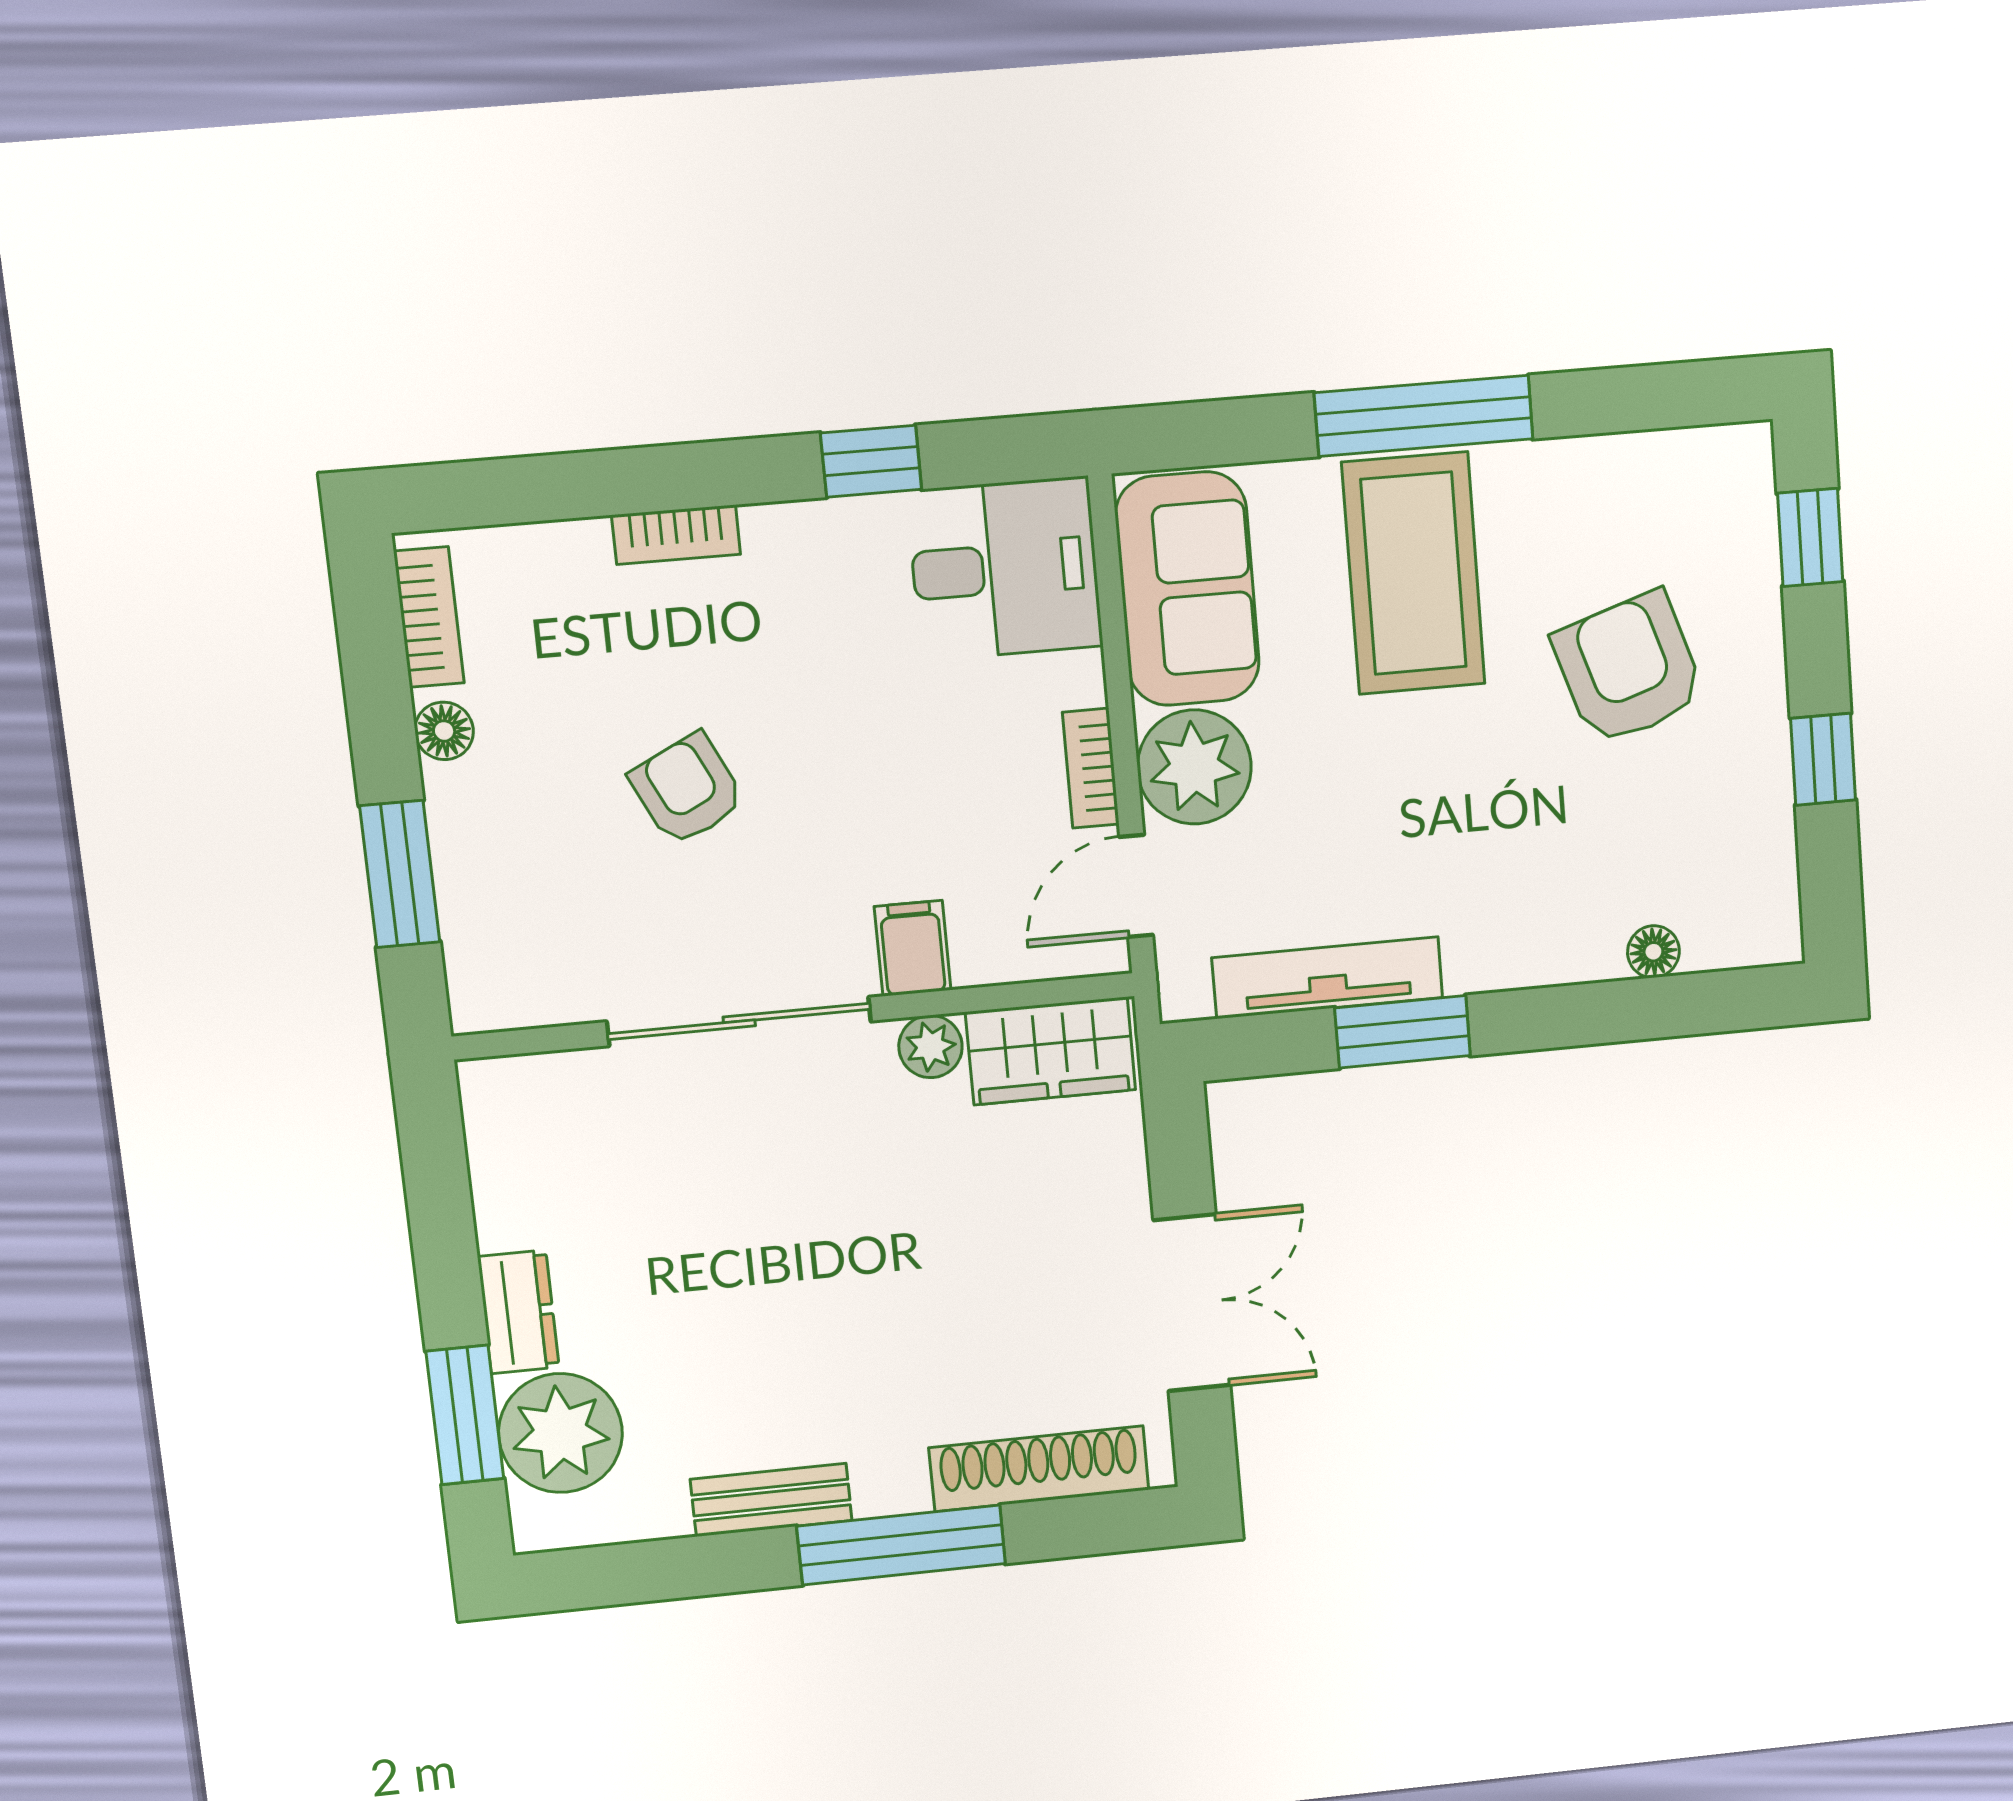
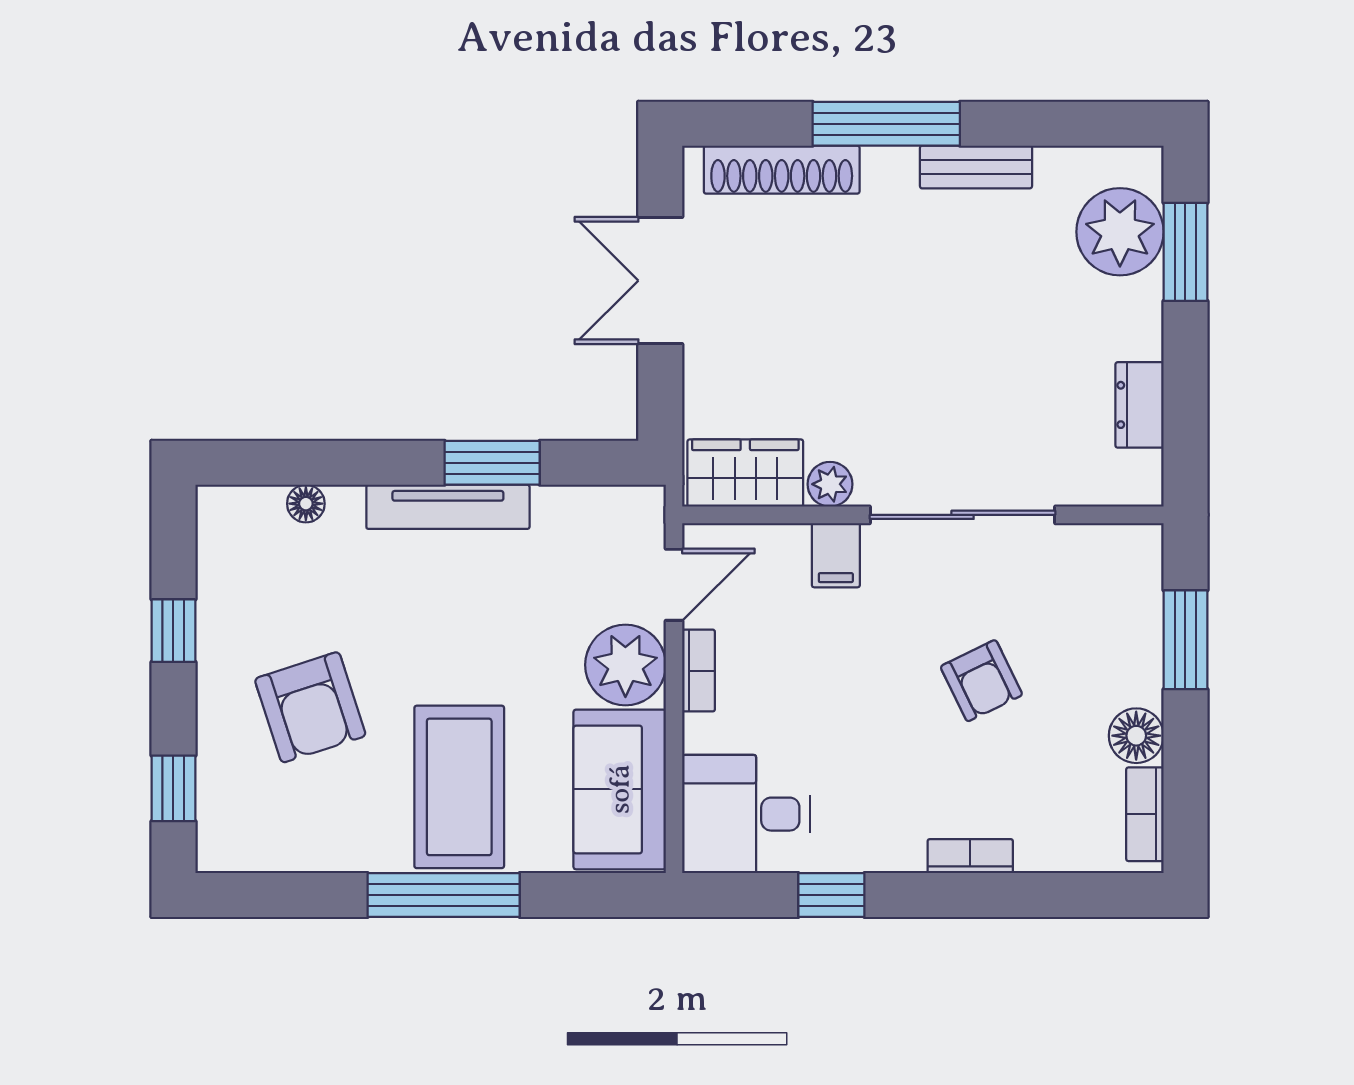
floor lamp: (444, 731) -> (1136, 736), width x1.37, depth x1.37
tv unit: (1327, 978) -> (448, 507), moved
dresser: (518, 1312) -> (1140, 405), moved

